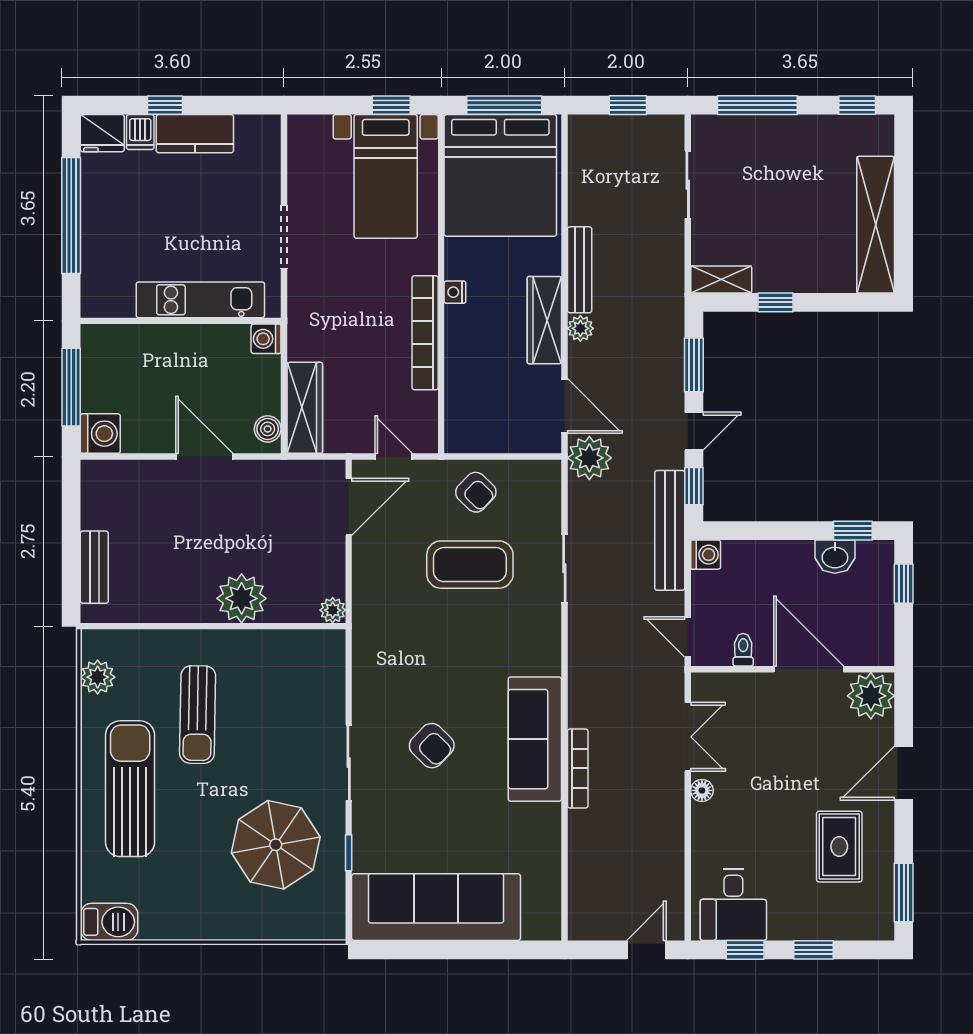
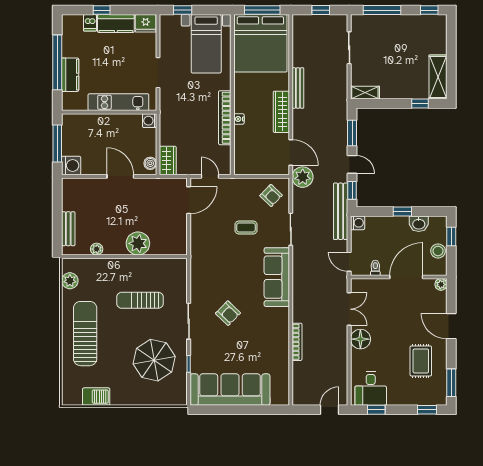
window: (391, 105) -> (183, 10), moved
fridge: (102, 133) -> (146, 23), moved
shelving: (876, 225) -> (438, 77), width x0.68
kitchen counter: (98, 242) -> (70, 75), added
nightstand: (455, 292) -> (239, 119), moved
window: (776, 302) -> (420, 103), moved
plant: (580, 328) -> (298, 116), removed
wardrobe: (305, 408) -> (168, 161), width x0.67
door: (694, 431) -> (352, 164), hinge flipped
armchair: (476, 492) -> (271, 195), moved
window: (853, 531) -> (402, 211), moved
coffee table: (470, 565) -> (246, 227), width x0.54, depth x0.58
plant: (333, 610) -> (97, 249), moved
stool: (876, 614) -> (438, 251), added
door: (809, 669) -> (406, 277), hinge flipped
plant: (871, 696) -> (441, 284), width x0.53, depth x0.53
sun lounger: (198, 715) -> (140, 300), moved, turned 89
sofa: (535, 739) -> (277, 277), moved
bookcase: (578, 768) -> (297, 342), moved
door: (904, 773) -> (451, 326), hinge flipped
floor lamp: (702, 790) -> (360, 339), width x1.89, depth x1.89
barbecue: (109, 922) -> (96, 397), moved
window: (814, 950) -> (427, 410), moved

